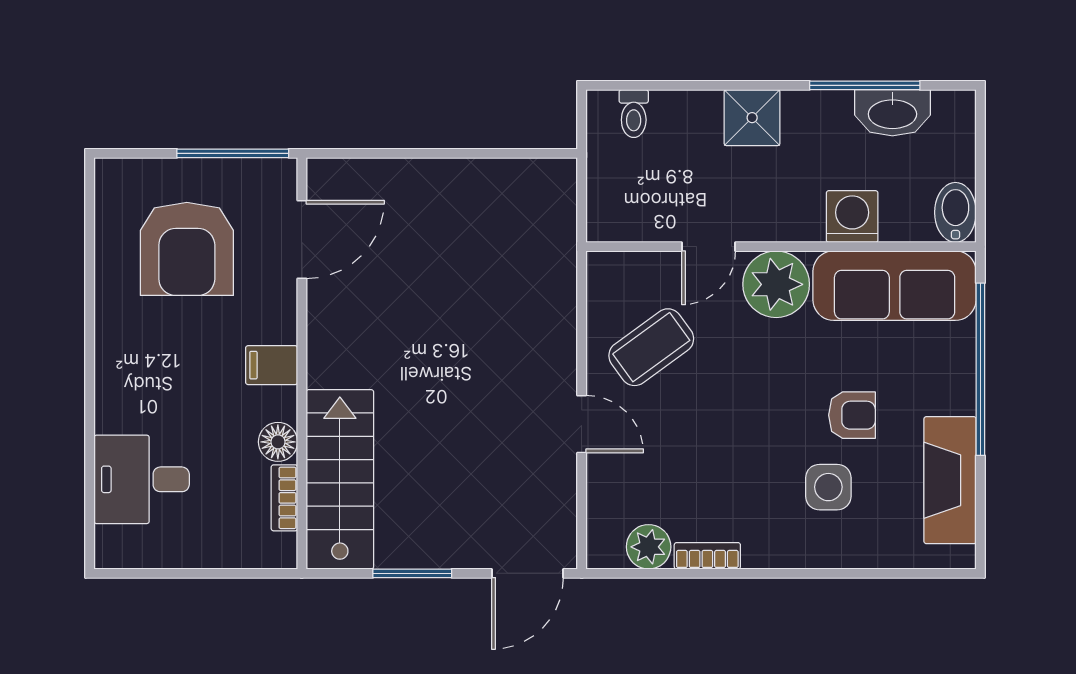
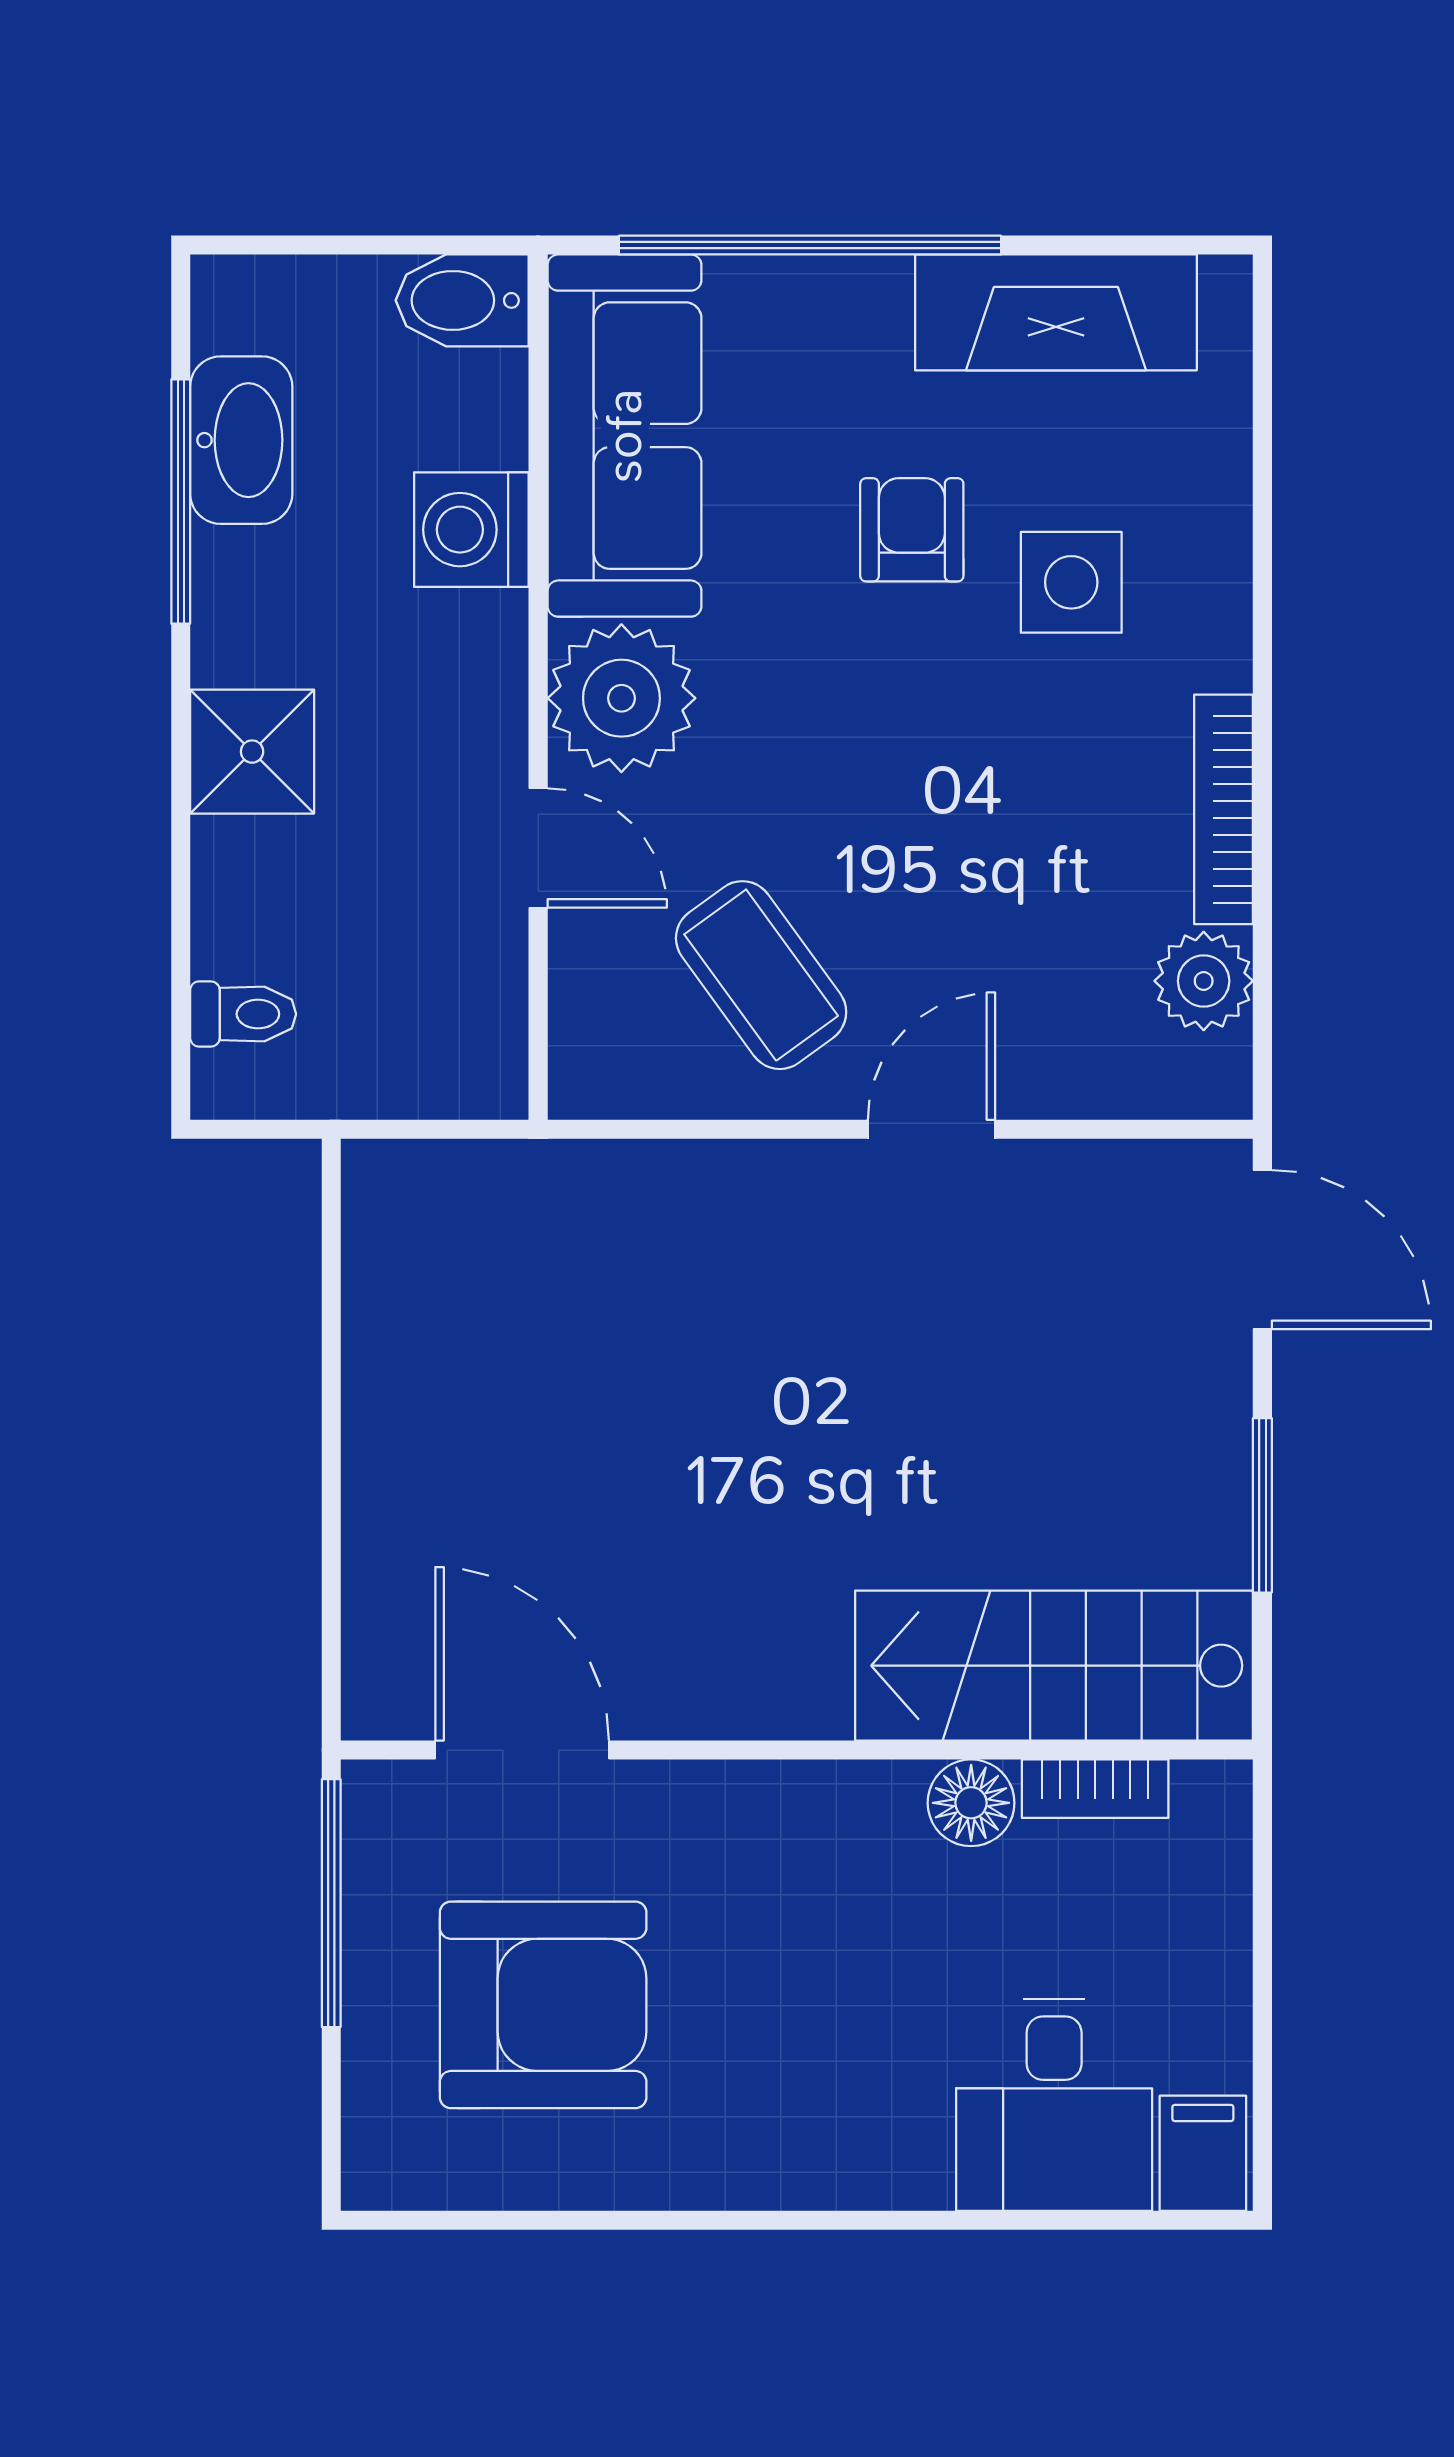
filing cabinet: (272, 365) -> (1203, 2153), moved, turned 180
bookcase: (707, 556) -> (1224, 809), width x1.56

